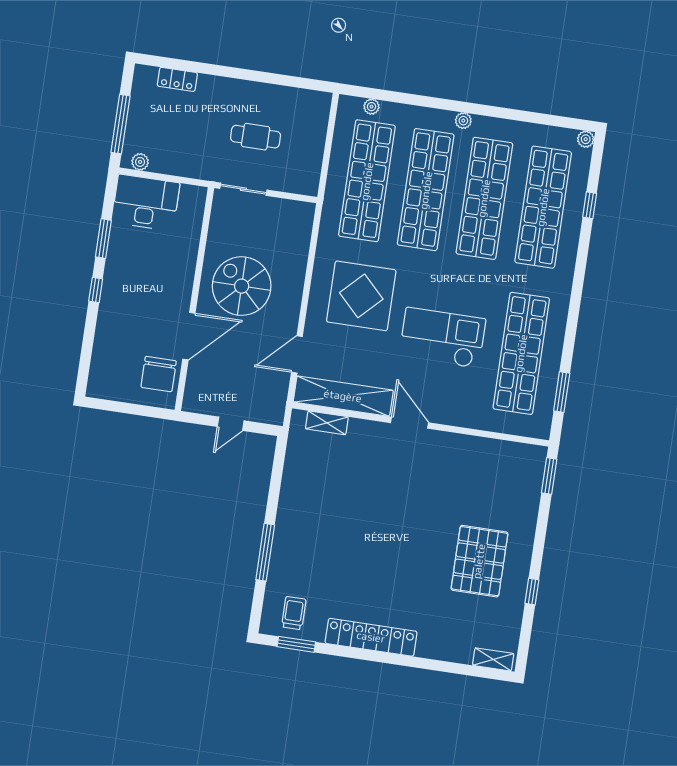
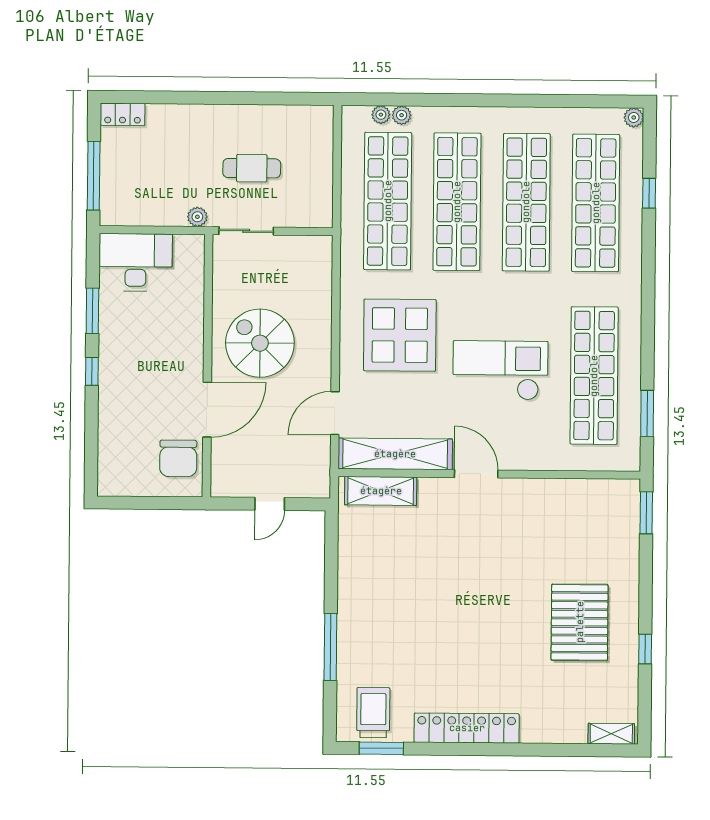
locker: (177, 79) -> (123, 114), moved
plant: (463, 121) -> (402, 115), moved
plant: (140, 162) -> (197, 217), moved
shelving: (327, 423) -> (381, 491), width x1.50, depth x1.33
trolley: (294, 613) -> (373, 713), width x1.36, depth x1.39

